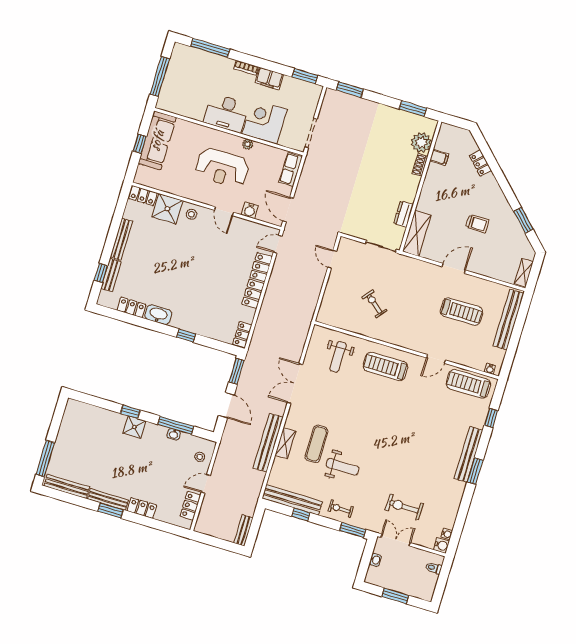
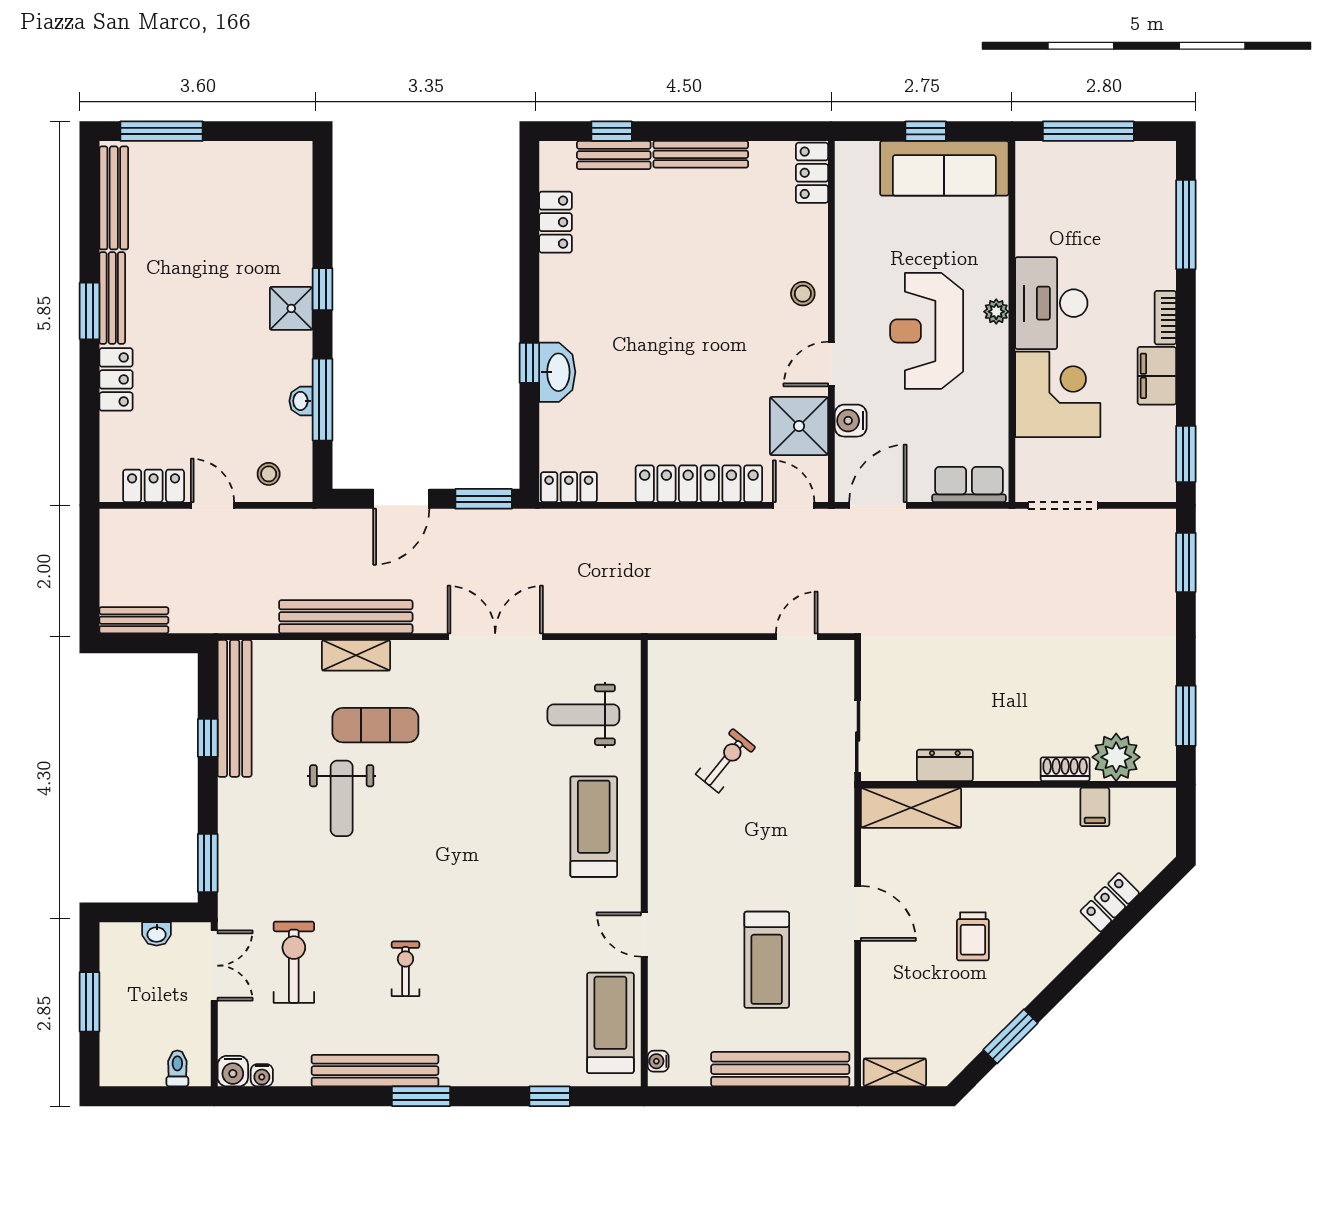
plant: (248, 144) -> (996, 312), moved
shower: (167, 209) -> (799, 426), moved
washbasin: (158, 315) -> (557, 372), moved
bench: (469, 454) -> (375, 1071), moved
exercise bike: (341, 509) -> (405, 969), moved

